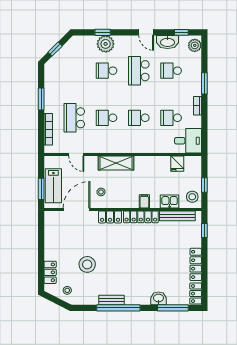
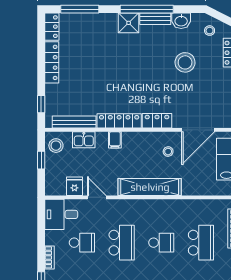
school desk: (139, 118) -> (122, 243), width x1.85
door: (76, 155) -> (97, 197), moved
shelving: (116, 163) -> (150, 187), width x1.47
shower: (133, 297) -> (129, 23), added
washbasin: (158, 298) -> (181, 21), moved

